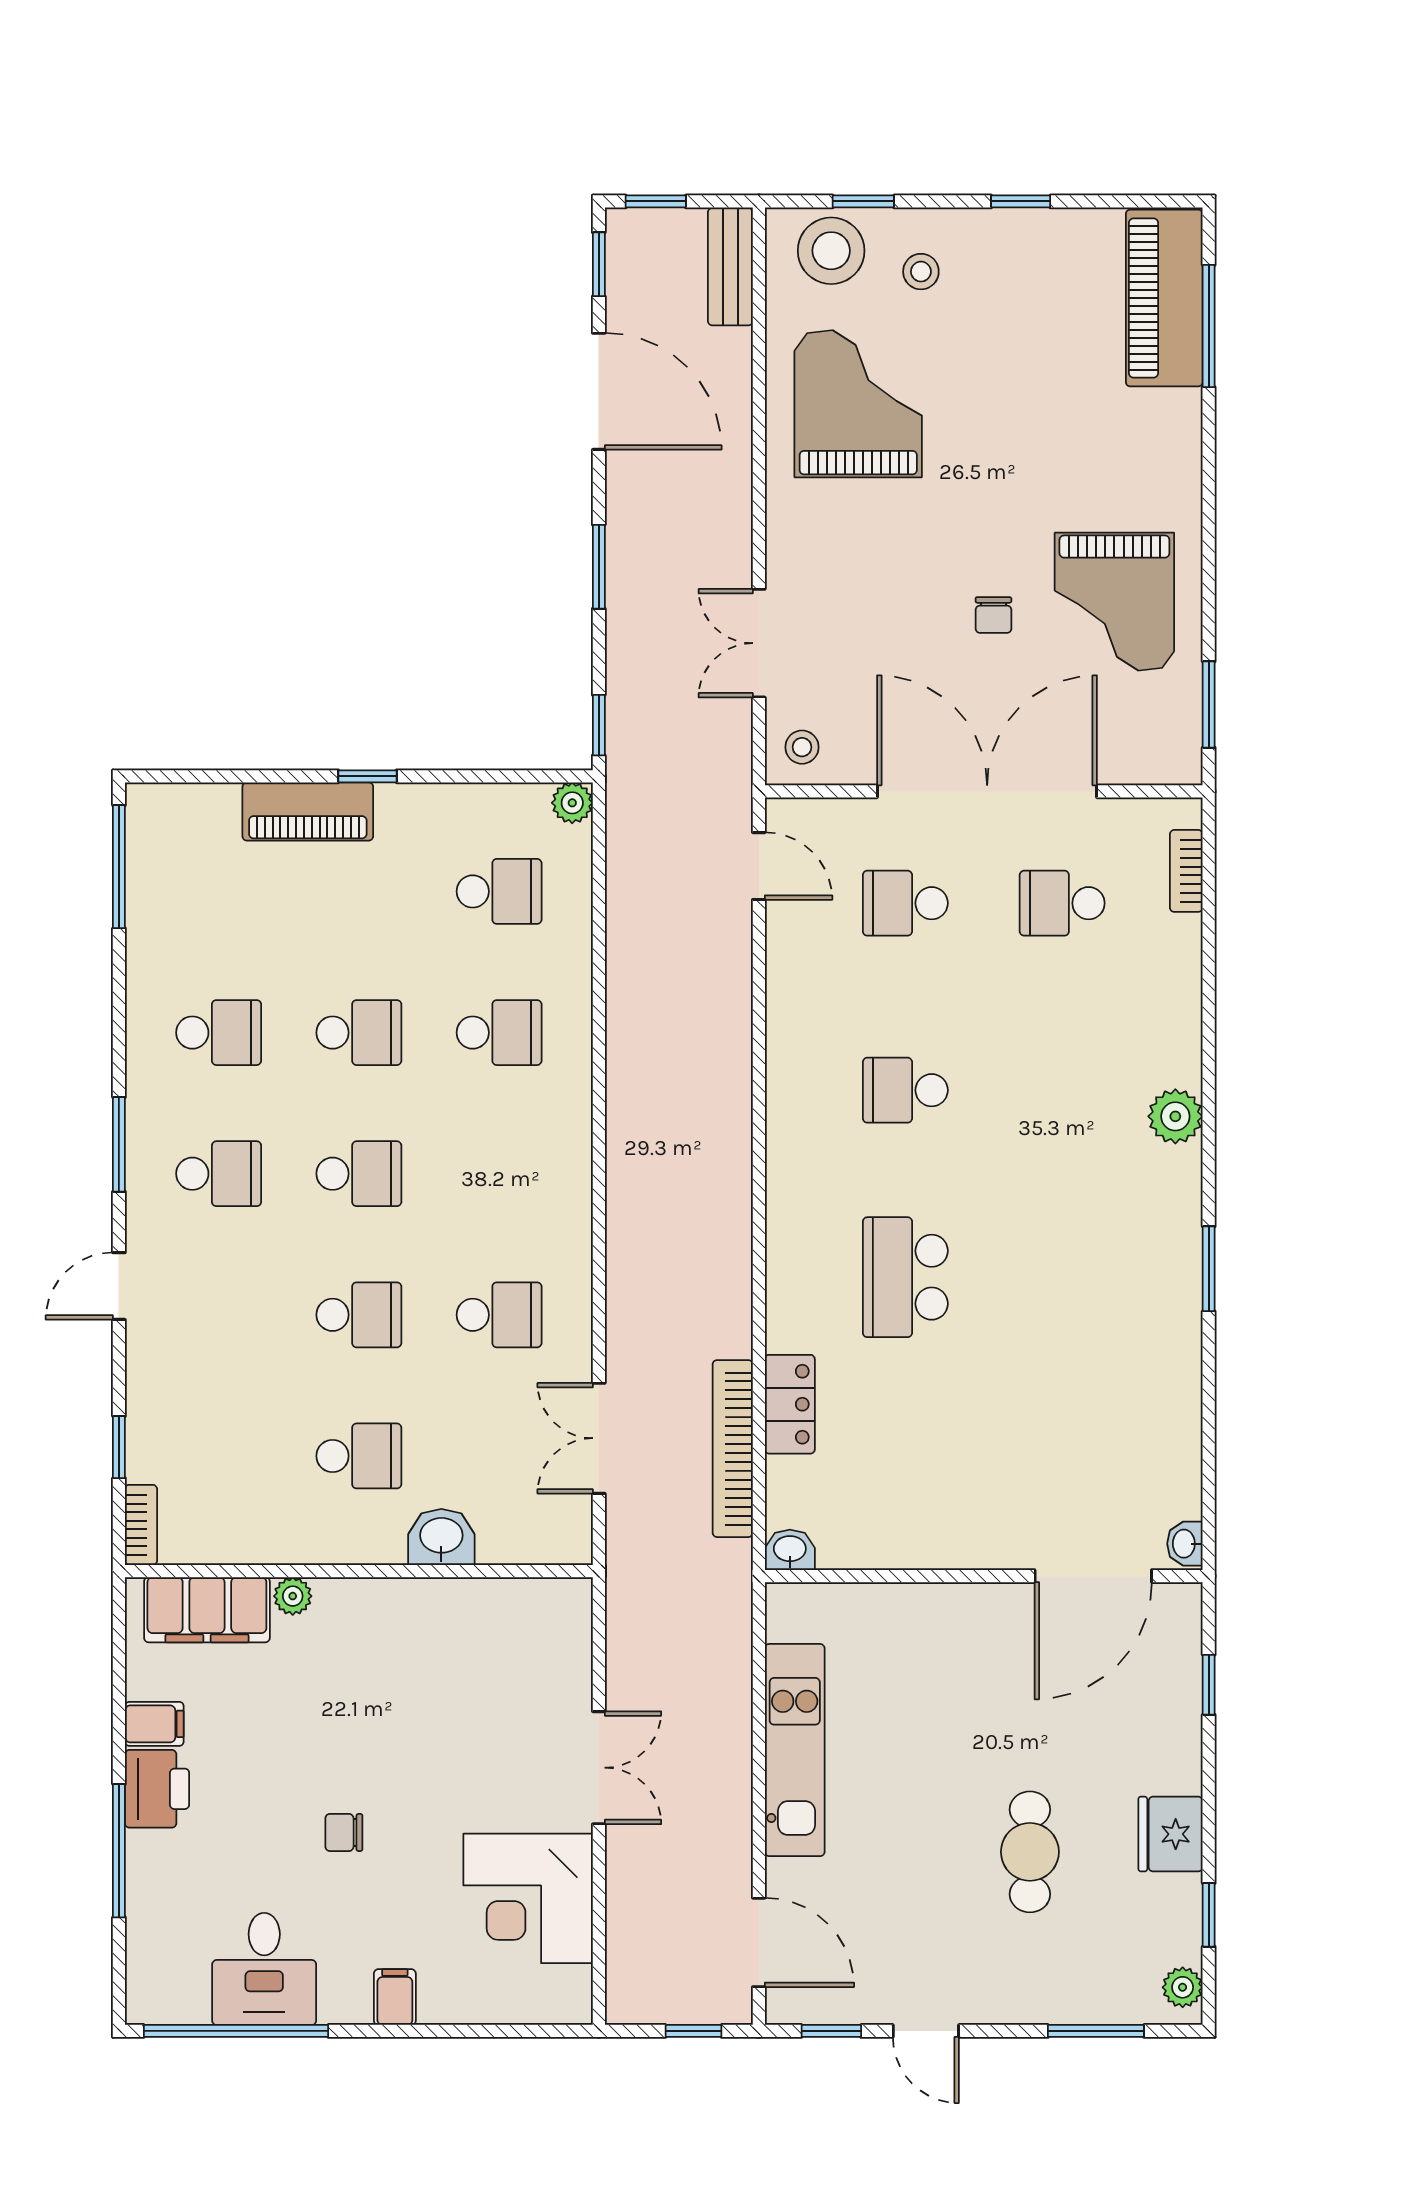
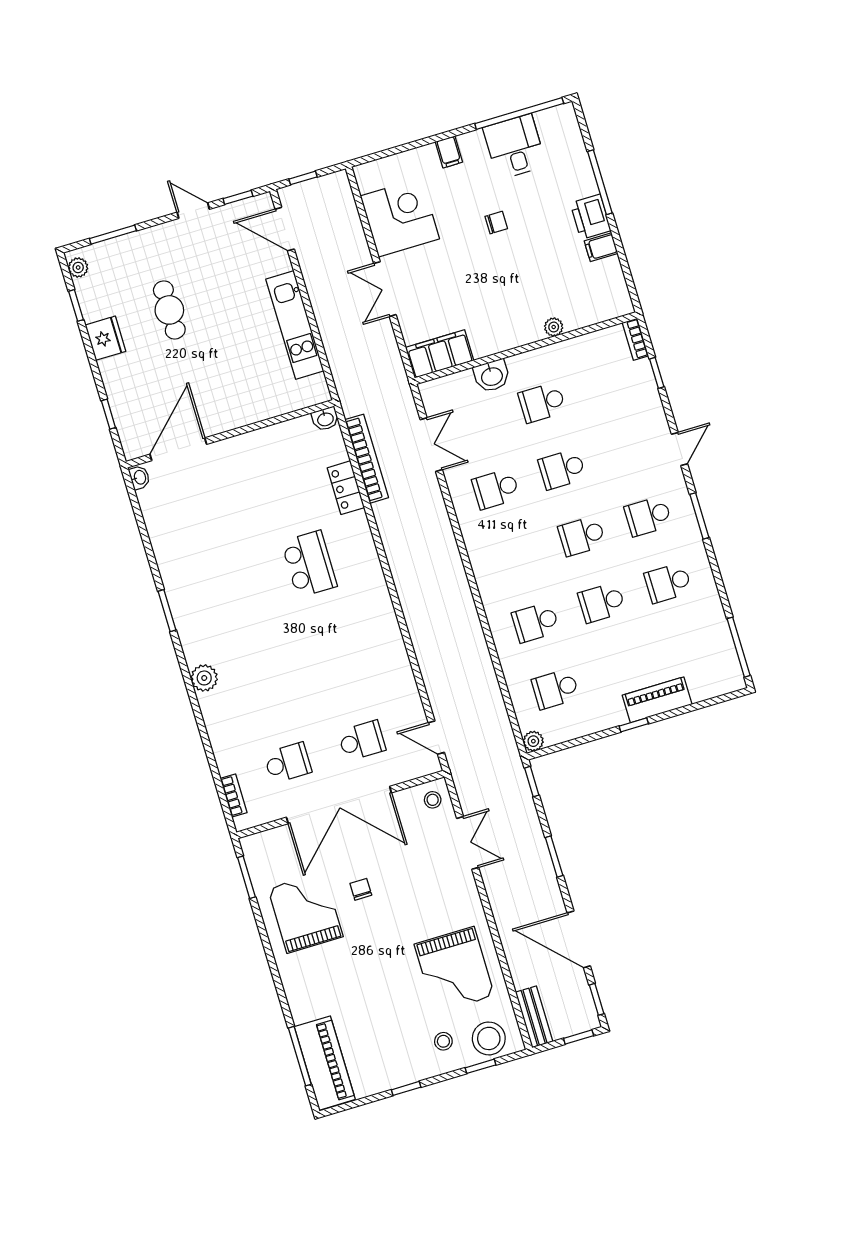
school desk: (905, 1090) -> (335, 652), removed
filing cabinet: (207, 1610) -> (440, 354), moved

